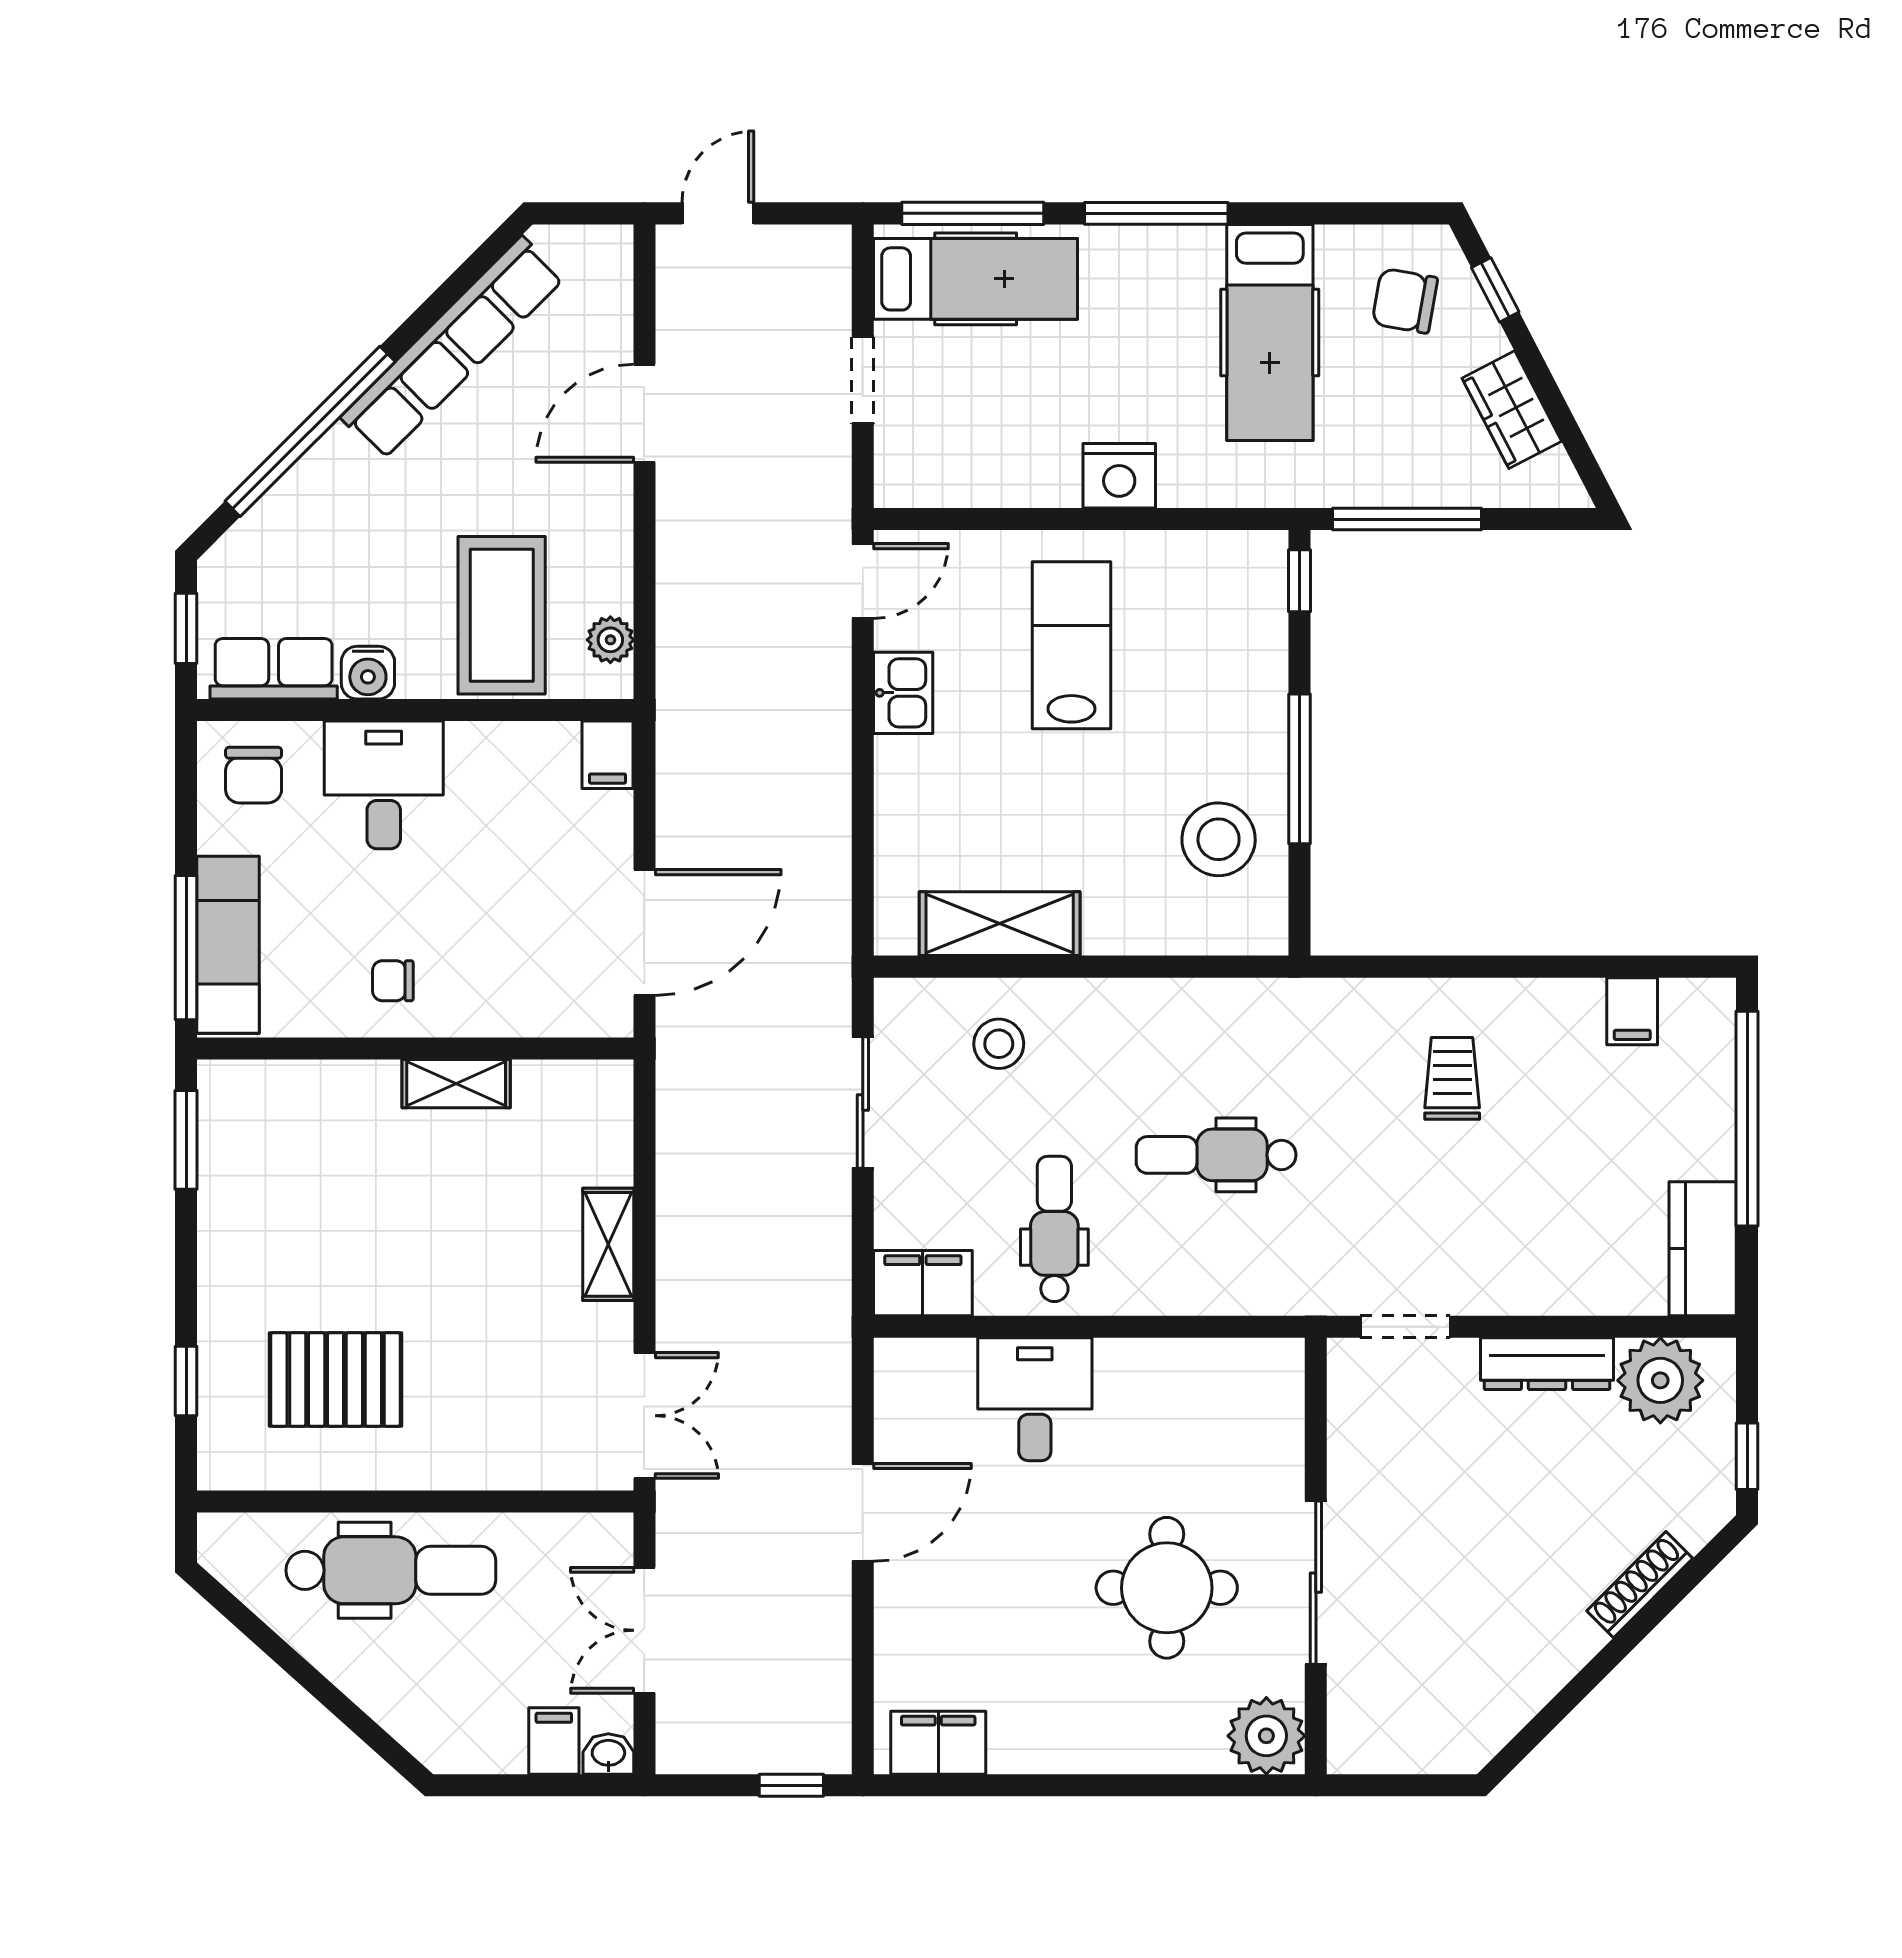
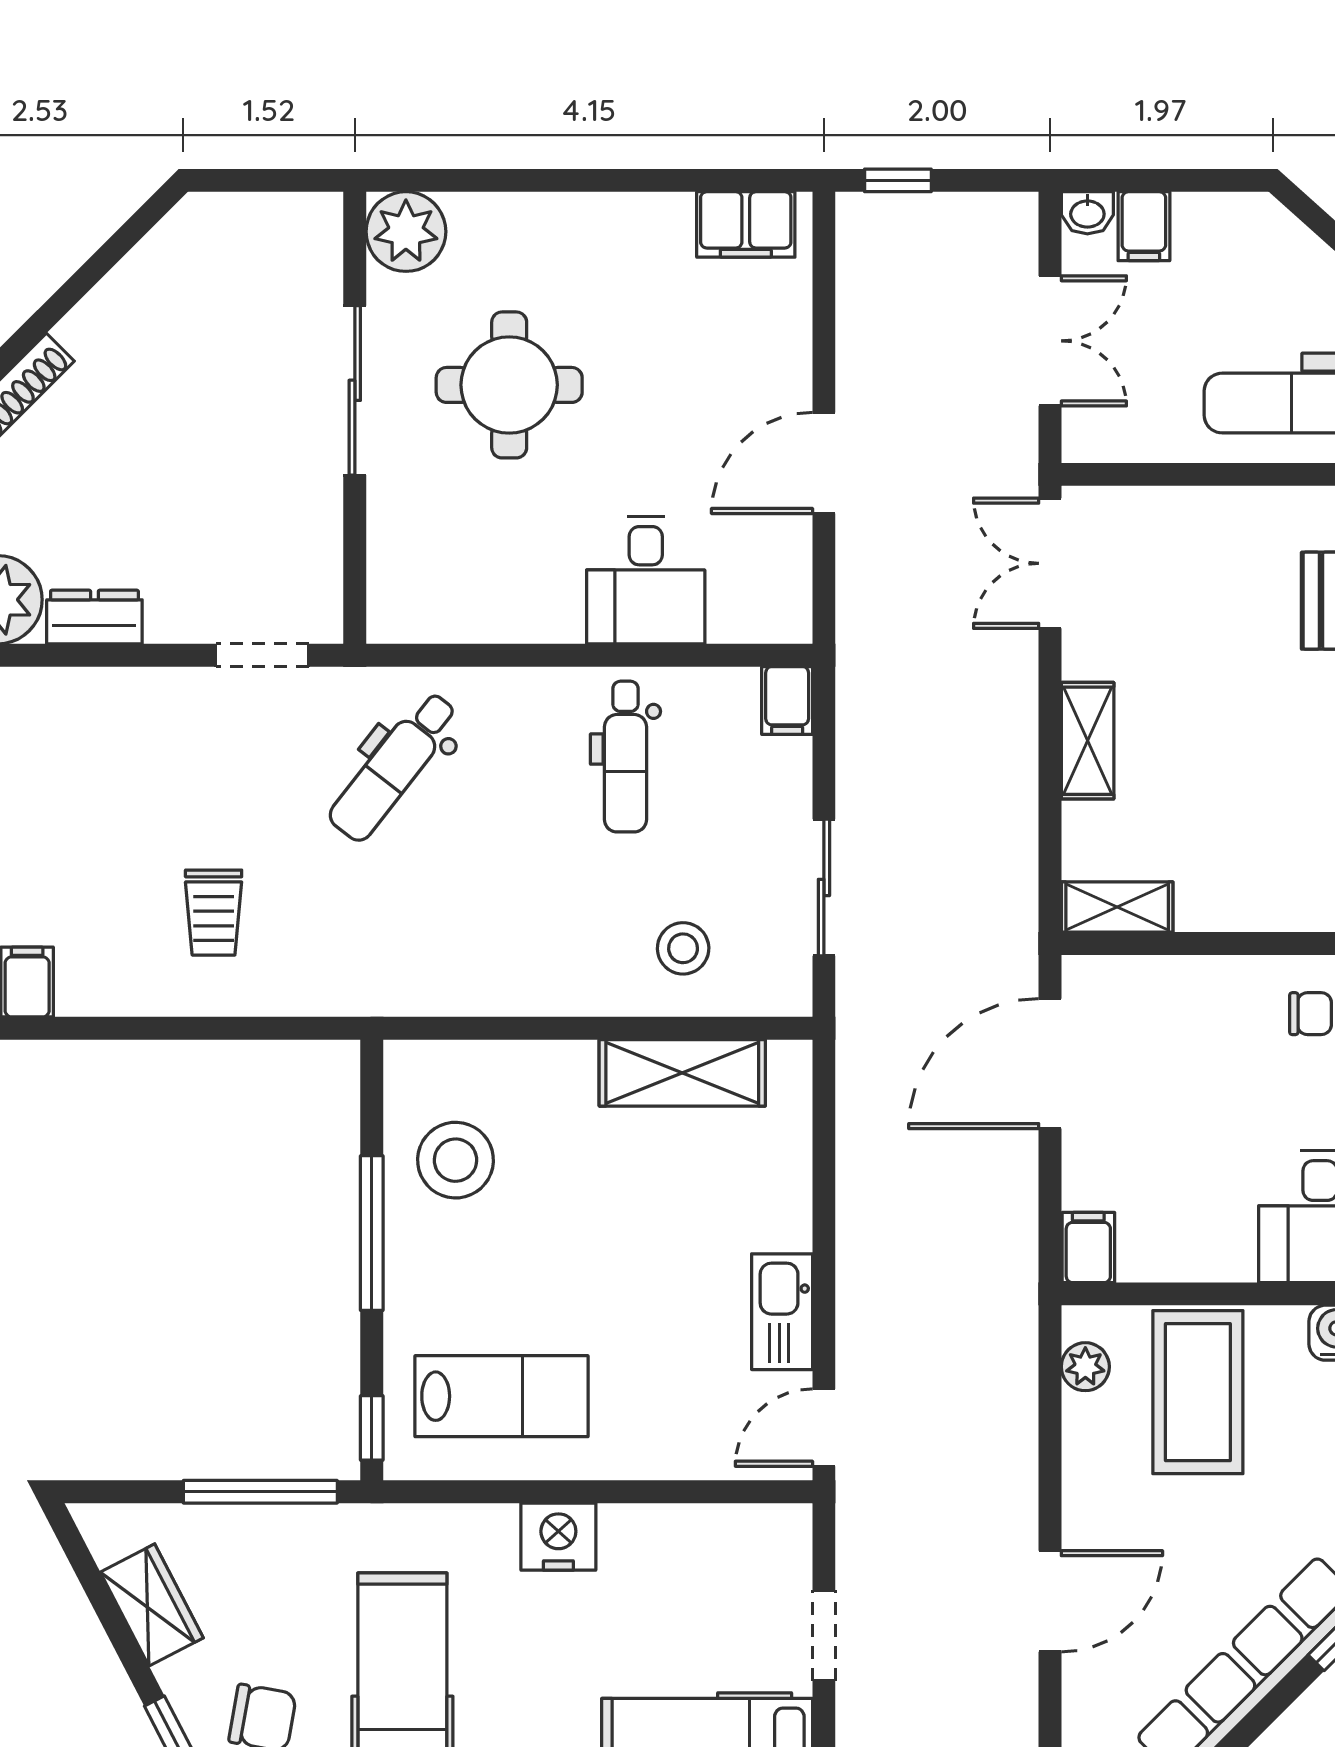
lab bench: (1071, 645) -> (501, 1396), moved, turned -90
kitchen sink: (903, 693) -> (782, 1312), width x1.38
shelving: (456, 1084) -> (1117, 907), moved
dental chair: (1216, 1155) -> (394, 766), moved, turned 128
filing cabinet: (923, 1283) -> (787, 700), width x0.50
dresser: (1547, 1364) -> (94, 617), width x0.70

